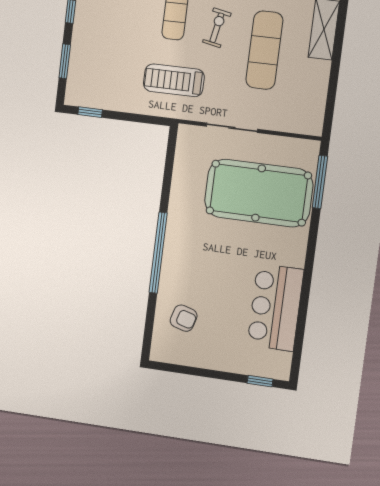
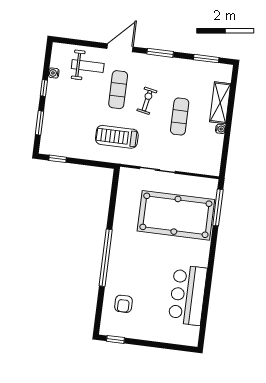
exercise mat: (264, 50) -> (180, 117), width x0.73, depth x0.69
water cooler: (324, 68) -> (220, 129), added
armchair: (184, 318) -> (123, 304), turned 74
window: (260, 381) -> (115, 339), moved

